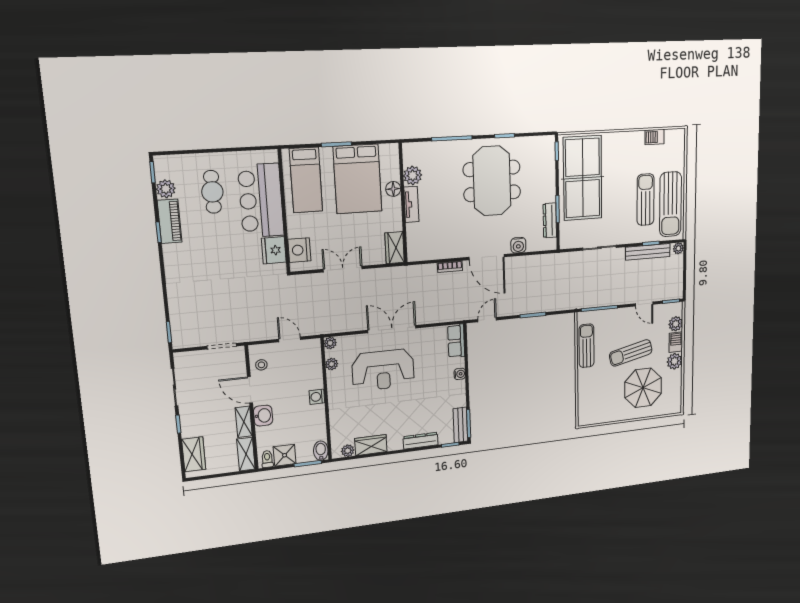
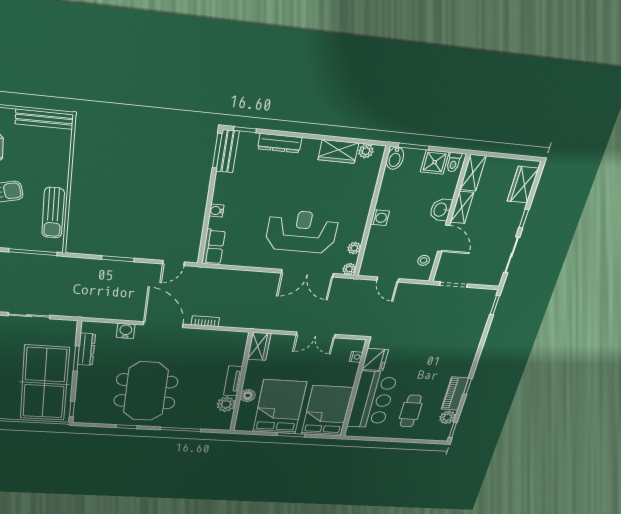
bed: (306, 180) -> (327, 411), width x1.50
nightstand: (299, 250) -> (356, 357), width x0.53, depth x0.56
double door: (392, 329) -> (307, 273), moved
bench: (597, 418) -> (44, 119), added

